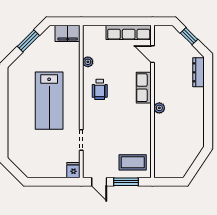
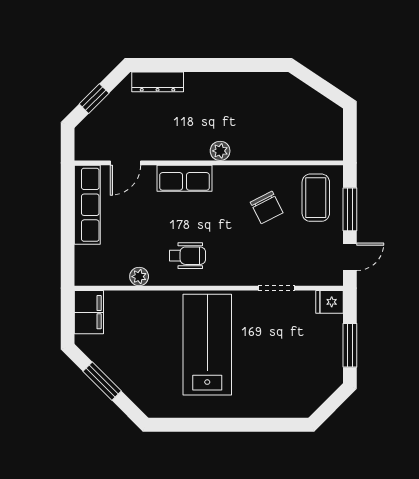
lab bench: (49, 101) -> (207, 345), turned -90
chair: (127, 134) -> (267, 207), added
window: (49, 182) -> (350, 345), added

